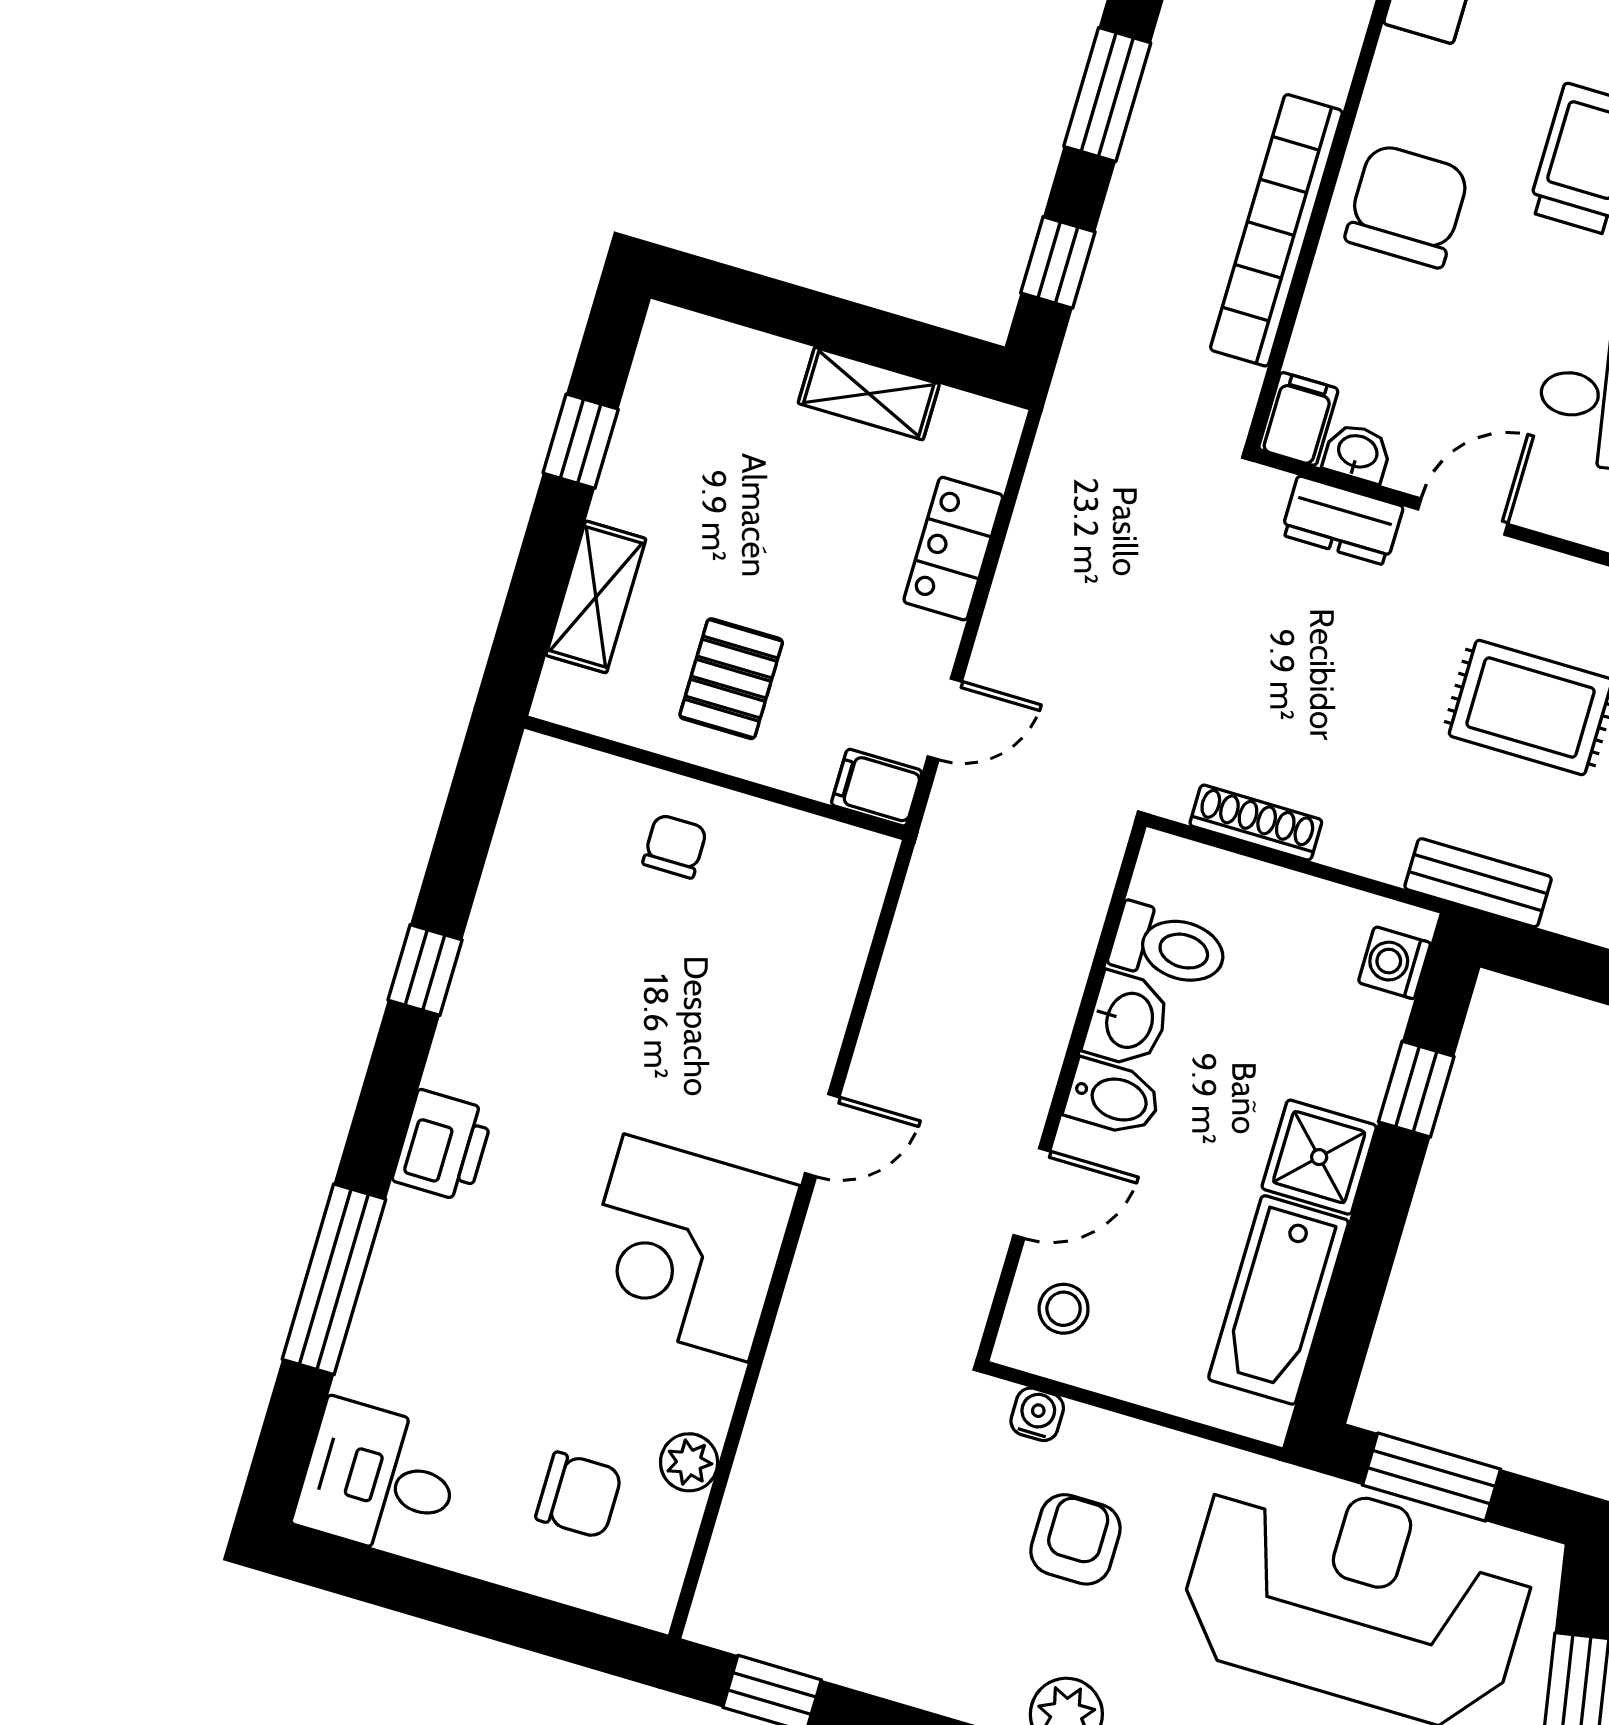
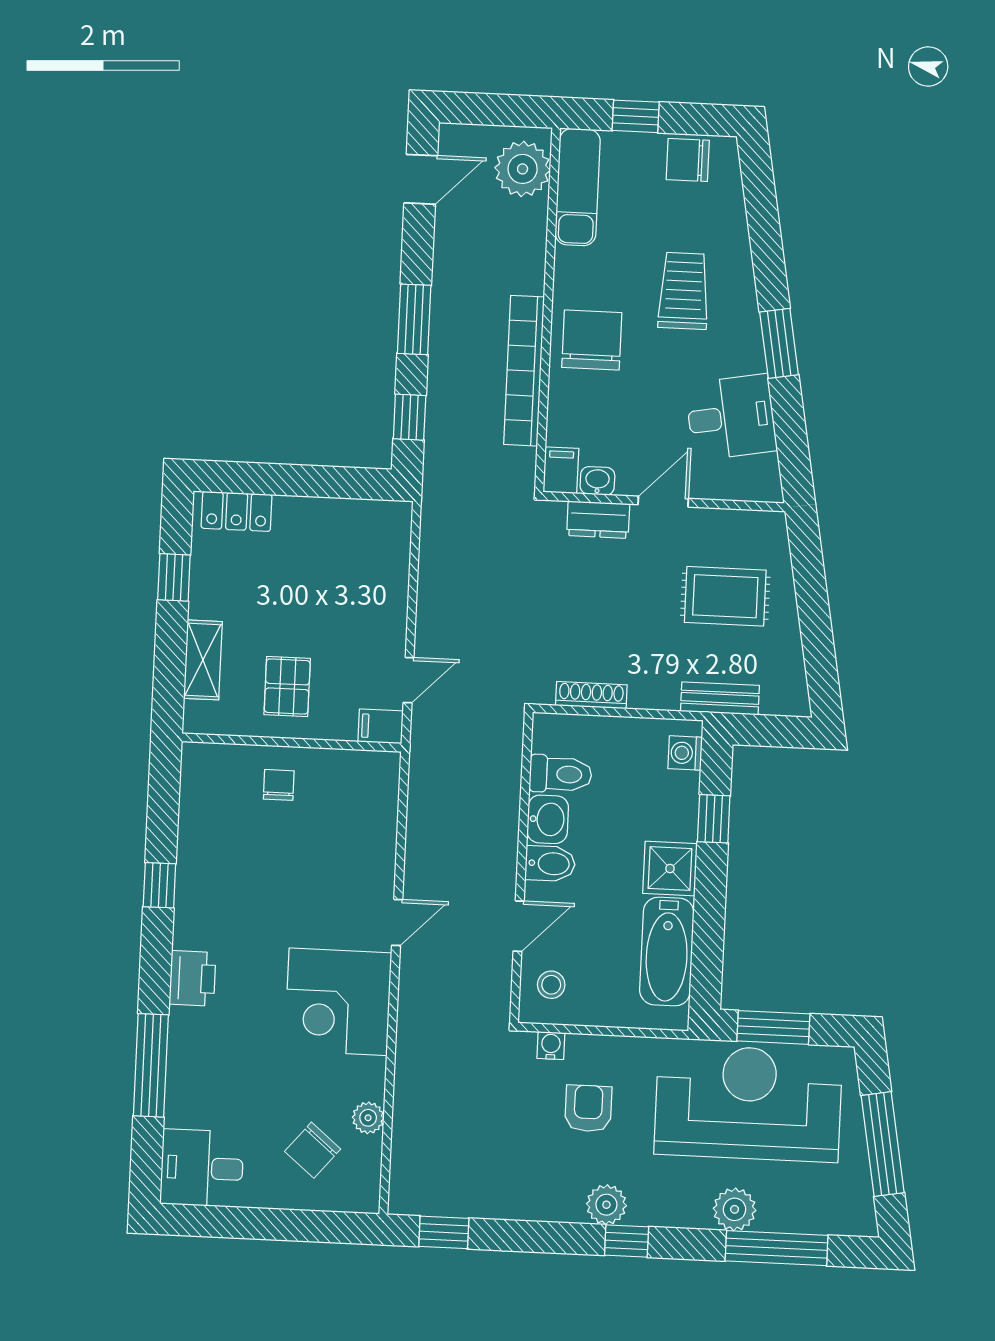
shelving: (869, 394) -> (324, 513), removed
locker: (953, 549) -> (237, 511), moved, turned -90
chair: (579, 1495) -> (313, 1150), turned 130

